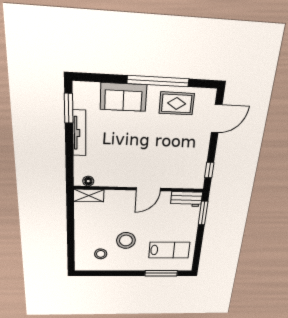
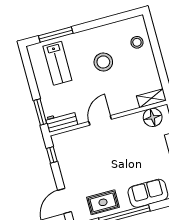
floor lamp: (88, 181) -> (153, 117), width x1.89, depth x1.89
lab bench: (169, 250) -> (57, 63), turned -90
stool: (101, 254) -> (137, 42), moved

